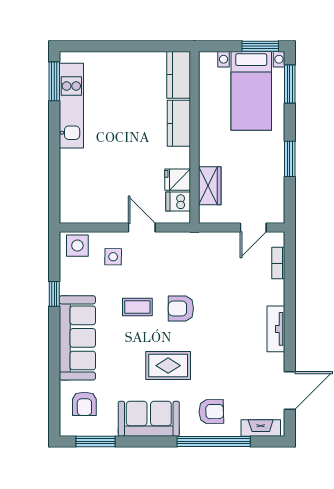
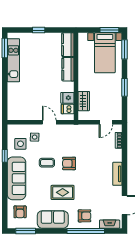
window: (121, 46) -> (39, 30), added
side table: (77, 246) -> (20, 144), moved

